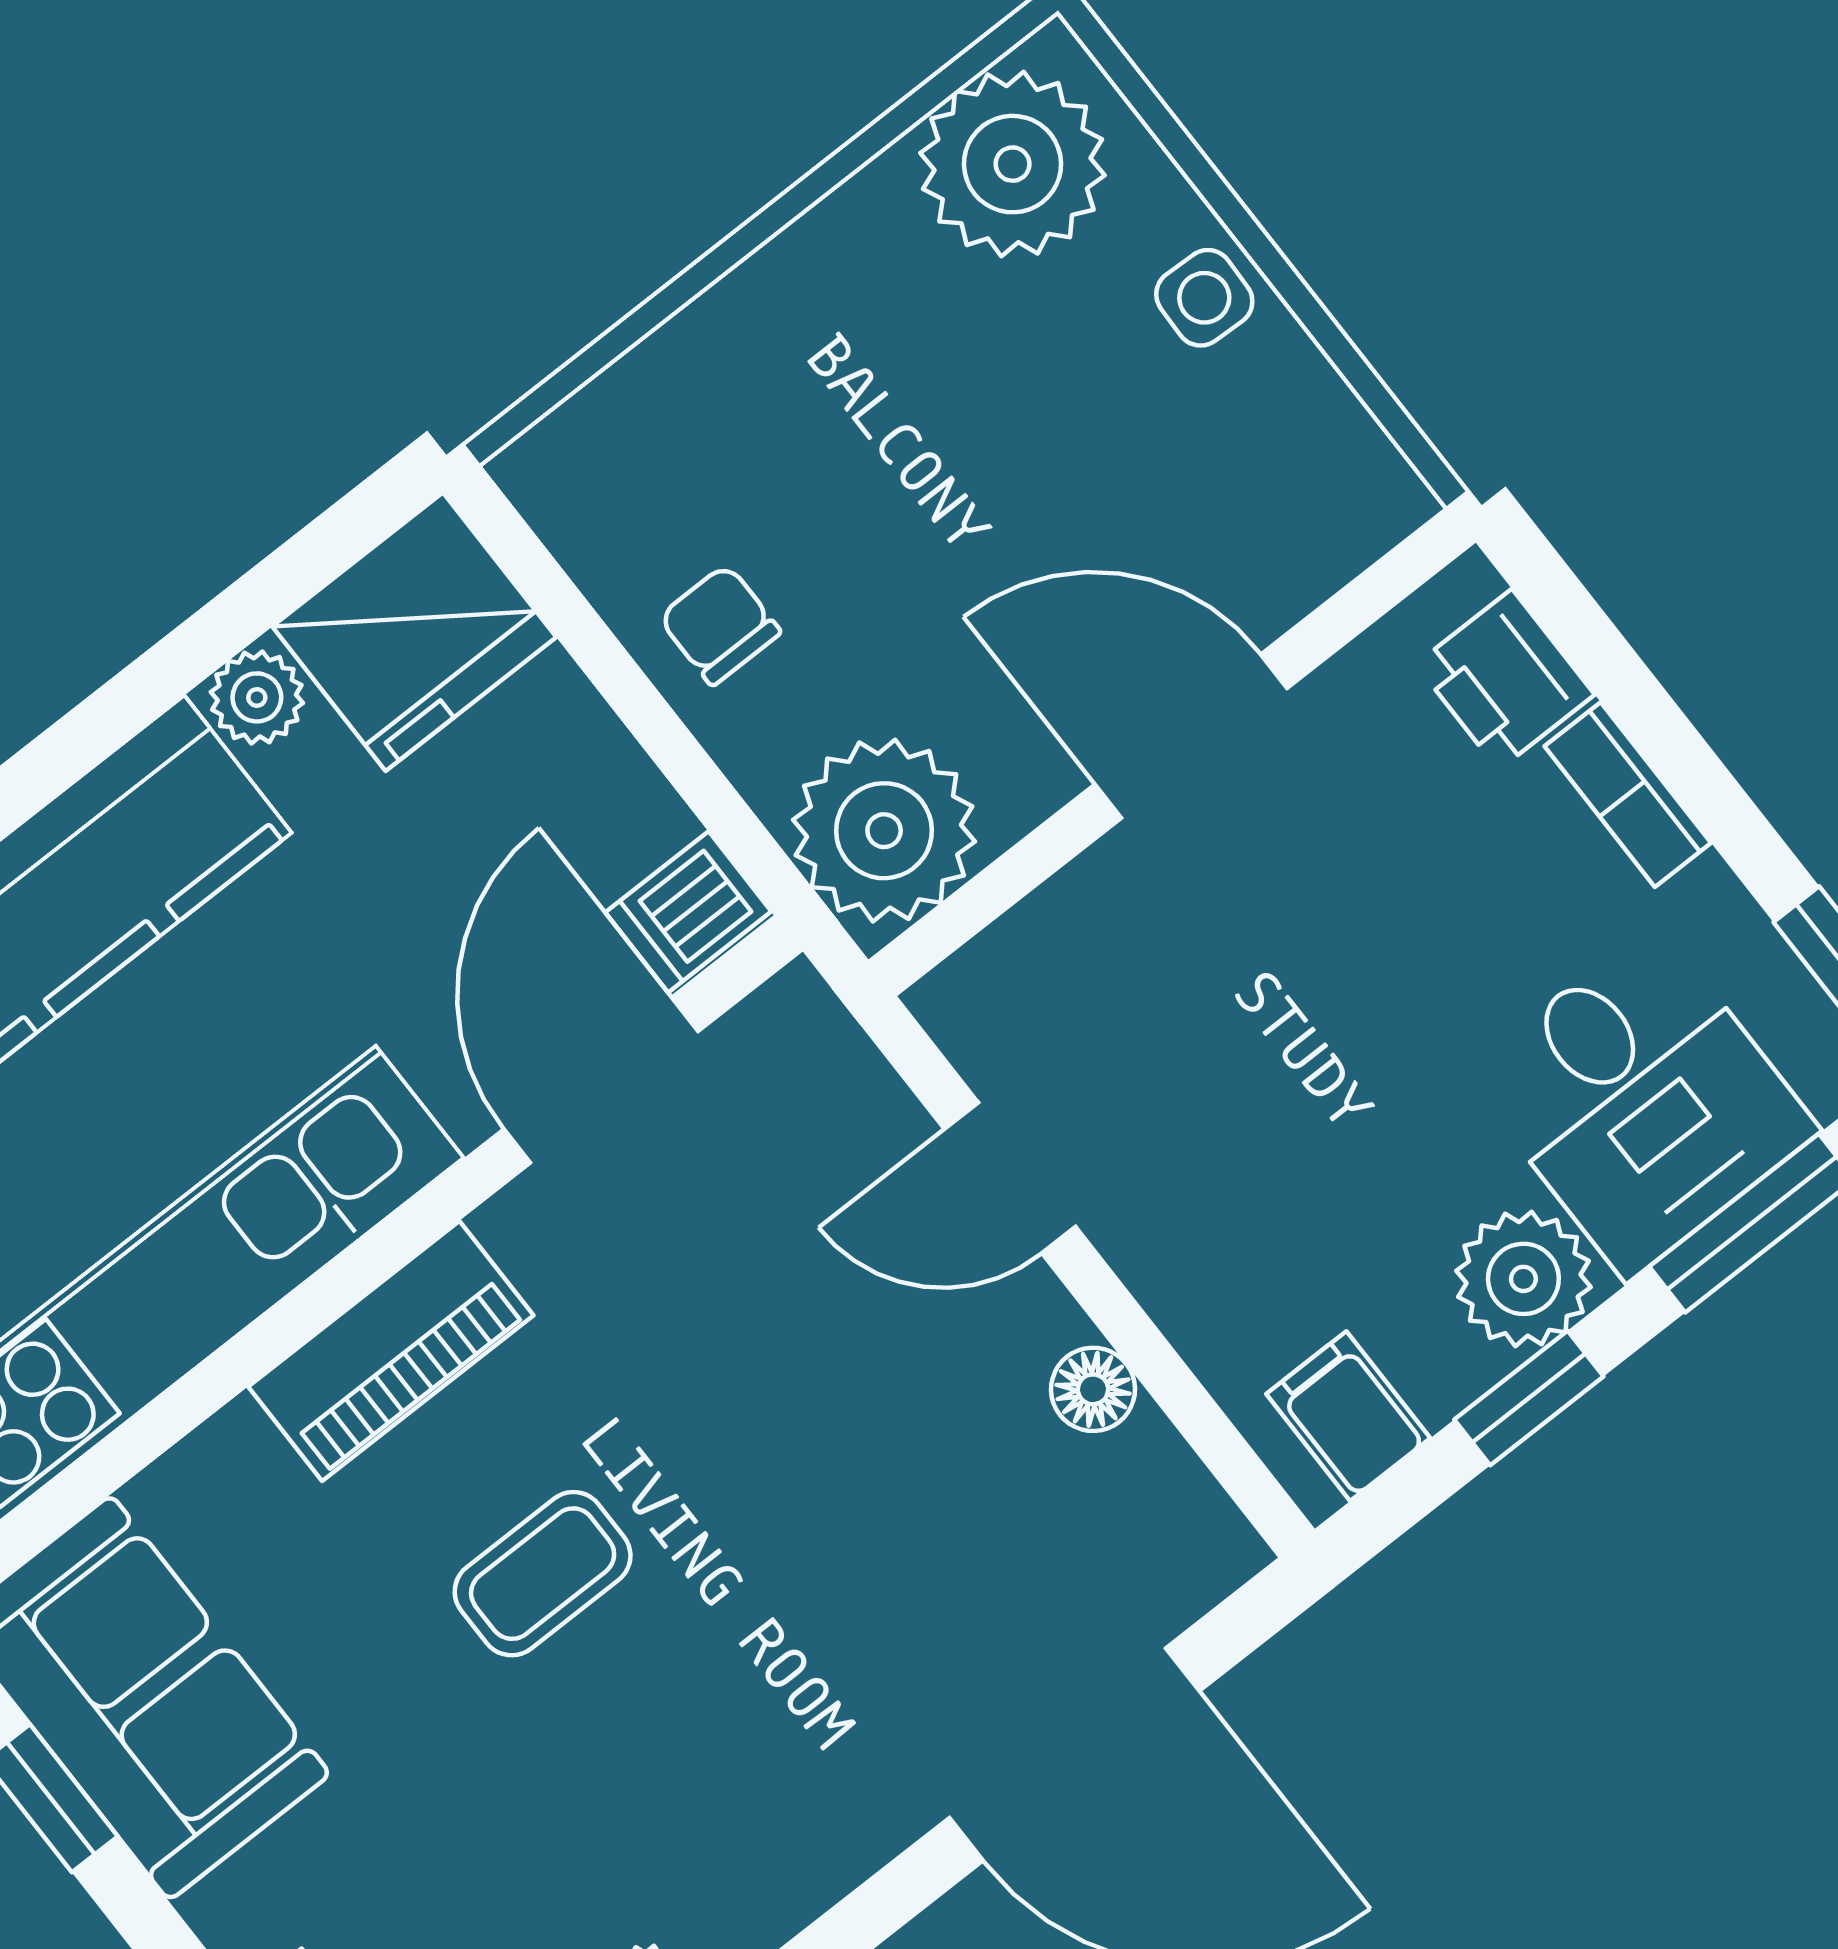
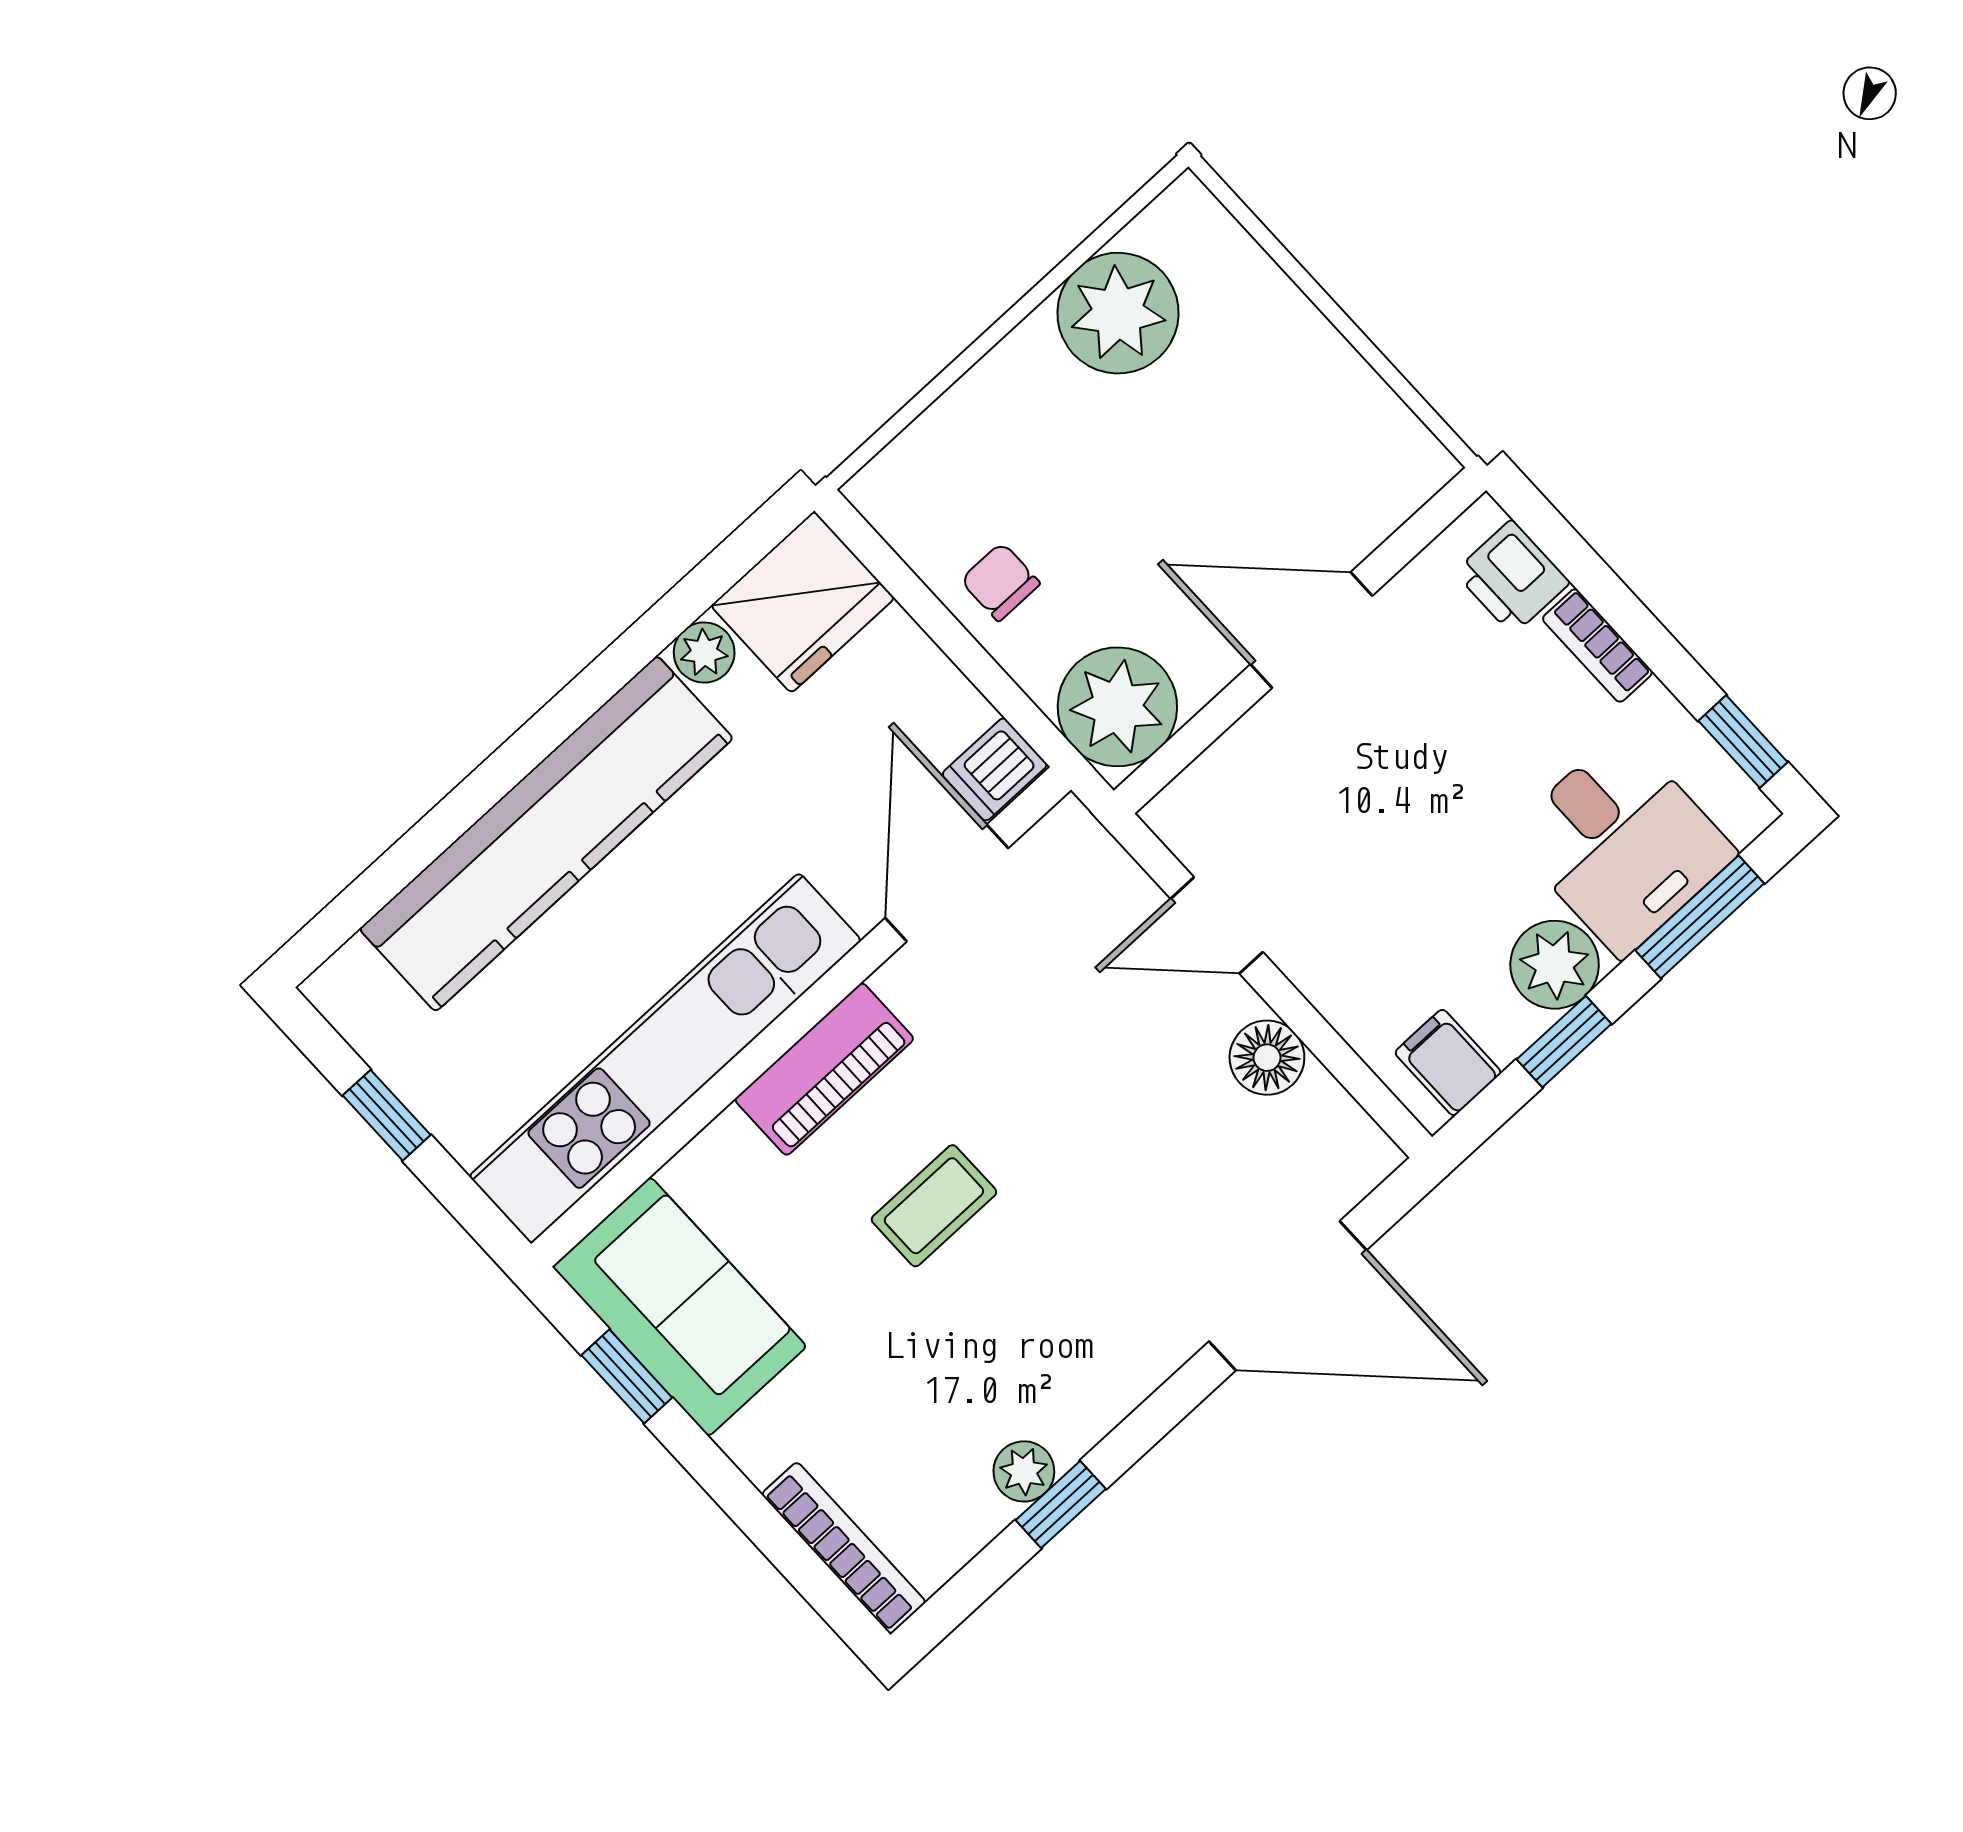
plant: (1013, 164) -> (1118, 313), moved
side table: (1204, 298) -> (1298, 345), removed
floor lamp: (1093, 1389) -> (1267, 1058), width x1.37, depth x1.37

